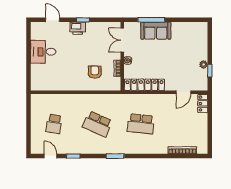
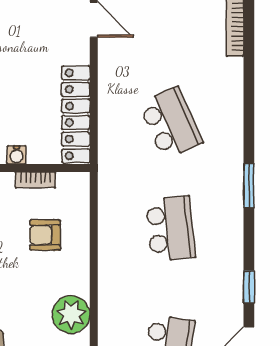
plant: (62, 83) -> (71, 314), added
school desk: (97, 124) -> (171, 229), turned -30
school desk: (141, 124) -> (171, 123), turned -30

